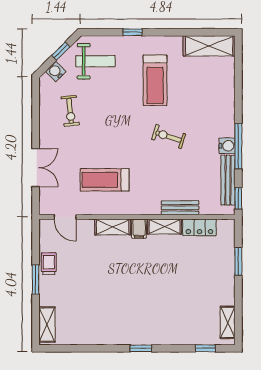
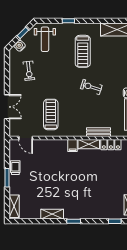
weight bench: (95, 61) -> (45, 39), turned 90
treadmill: (105, 180) -> (51, 114), turned 90
shelving: (113, 227) -> (52, 214), moved

